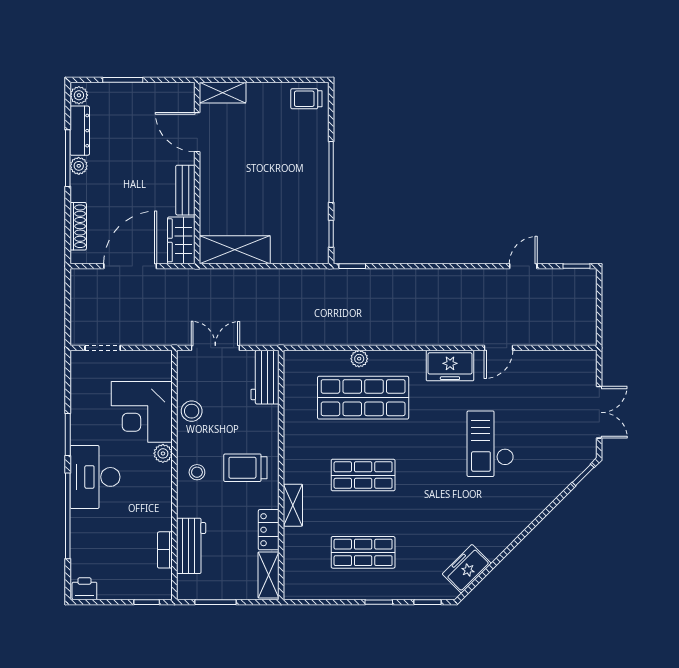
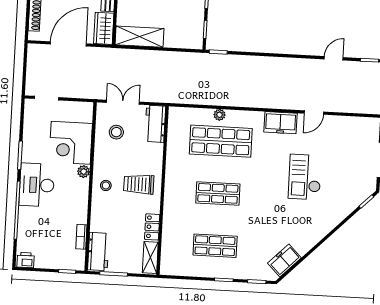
stool: (192, 411) -> (116, 132), moved
shelving: (293, 505) -> (169, 211), removed
workbench: (191, 546) -> (98, 251), moved

